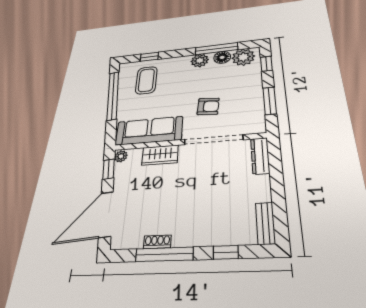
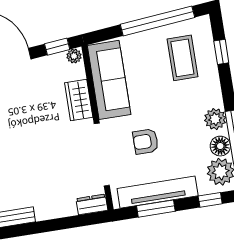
coffee table: (146, 80) -> (182, 58), turned 90
tv unit: (255, 99) -> (158, 192), added
armchair: (208, 106) -> (146, 141), turned 85
dresser: (260, 156) -> (92, 204), width x0.70

